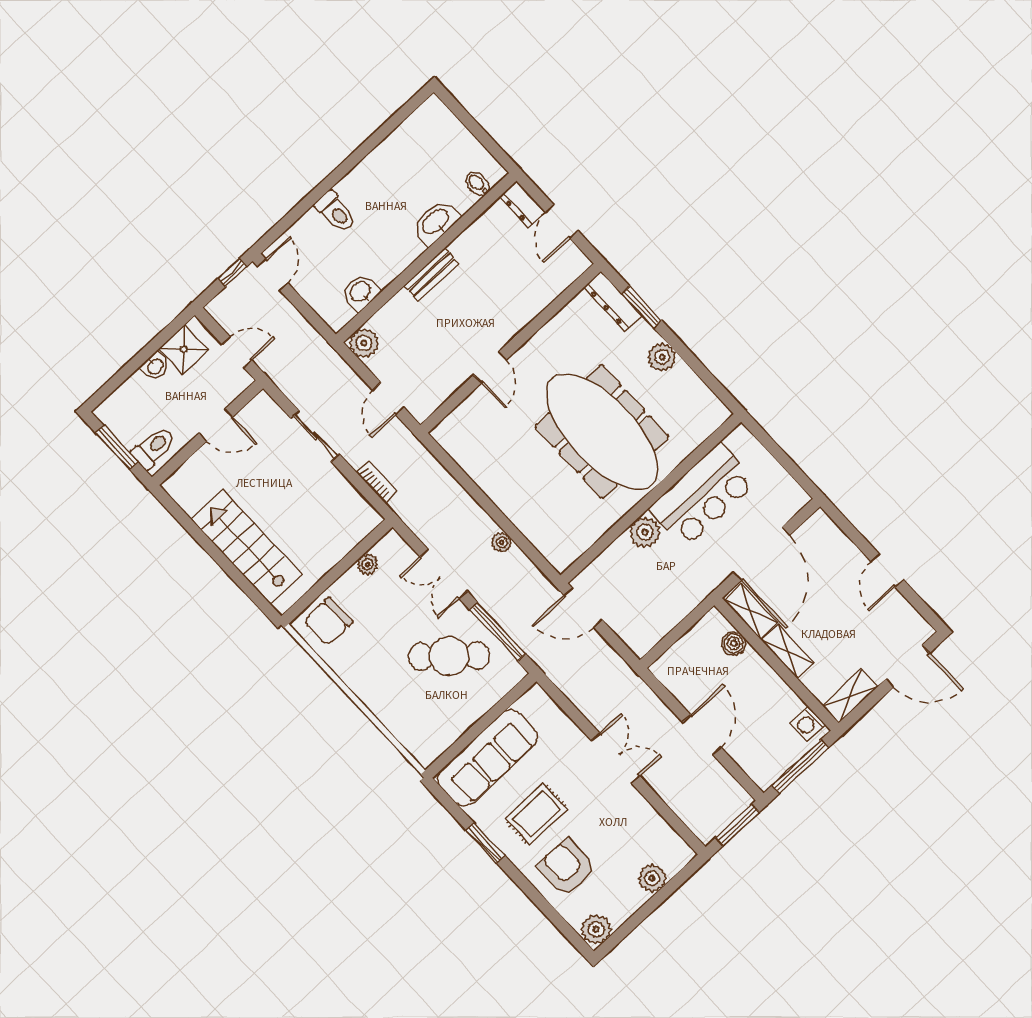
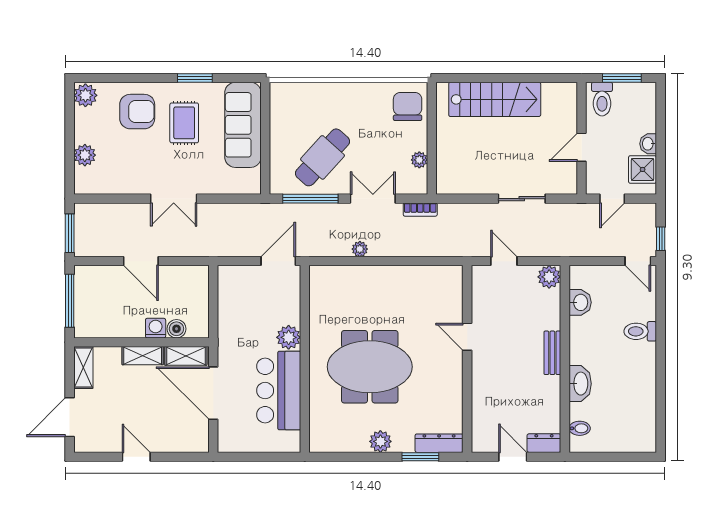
meeting table: (602, 432) -> (370, 367), width x0.73
bookcase: (377, 482) -> (420, 210), moved
washing machine: (807, 724) -> (156, 328), moved

